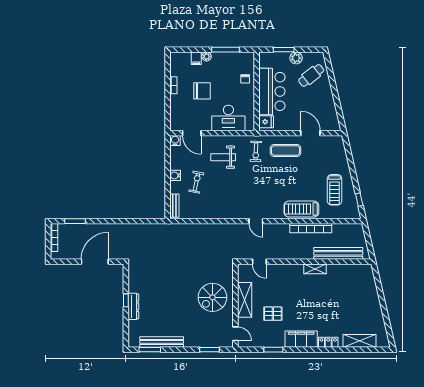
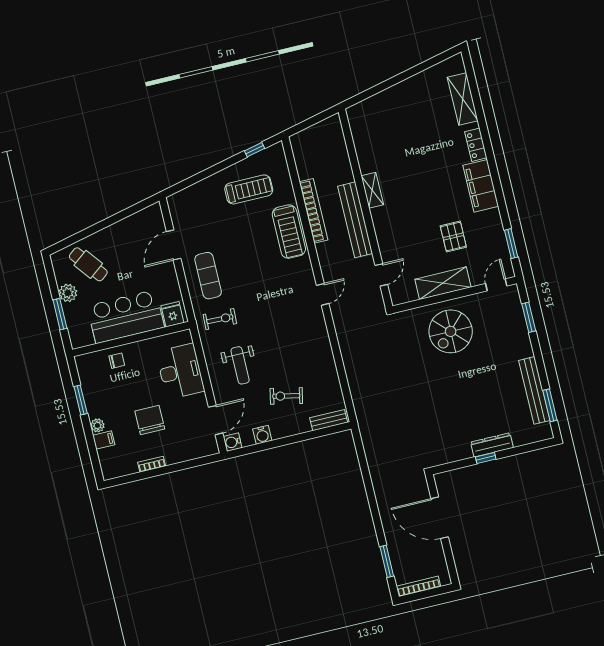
window: (225, 50) -> (81, 400), width x0.69
water cooler: (175, 175) -> (262, 435), moved
bench: (338, 253) -> (355, 220), moved
spiral stairs: (212, 297) -> (451, 331), turned 90
window: (273, 350) -> (511, 244), moved

